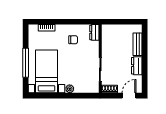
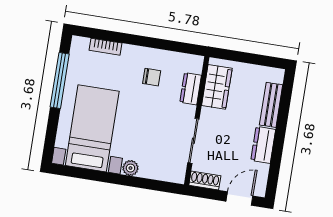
dresser: (94, 32) -> (191, 89), moved
wardrobe: (108, 39) -> (217, 87), added
window: (26, 63) -> (60, 81), moved

